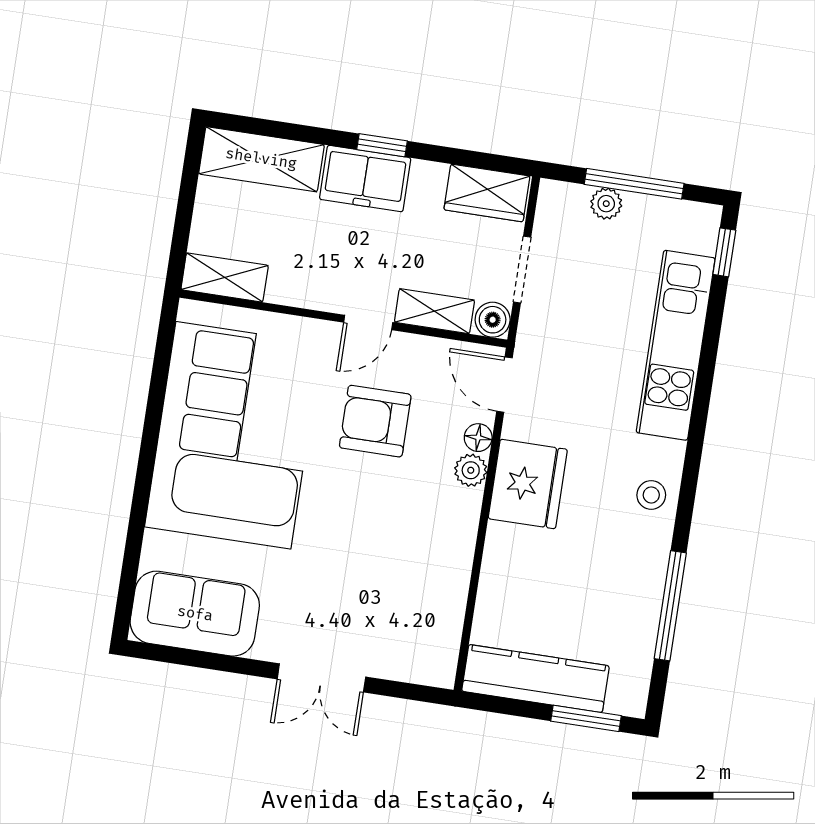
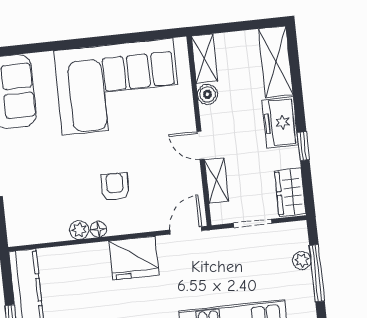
window: (382, 145) -> (303, 146), moved
boiler: (493, 320) -> (208, 94), moved
armchair: (375, 421) -> (115, 187), moved, width x0.72, depth x0.72
floor lamp: (478, 438) -> (98, 229), moved
plant: (471, 470) -> (79, 230), moved

